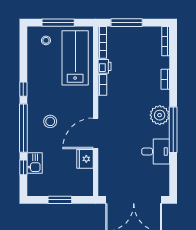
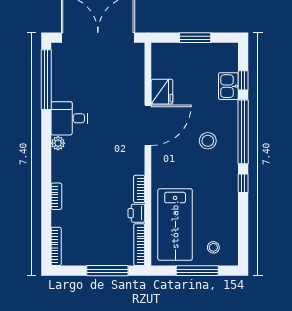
plant: (160, 115) -> (58, 143), width x0.53, depth x0.53
window: (173, 130) -> (46, 80), moved
desk: (156, 151) -> (69, 118), moved

